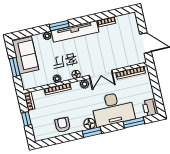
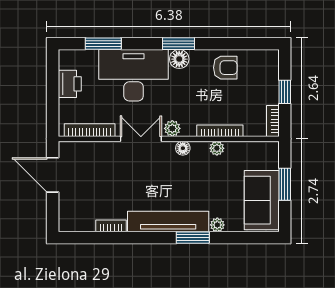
printer: (150, 108) -> (70, 84), moved
armchair: (63, 125) -> (225, 68), turned -90

